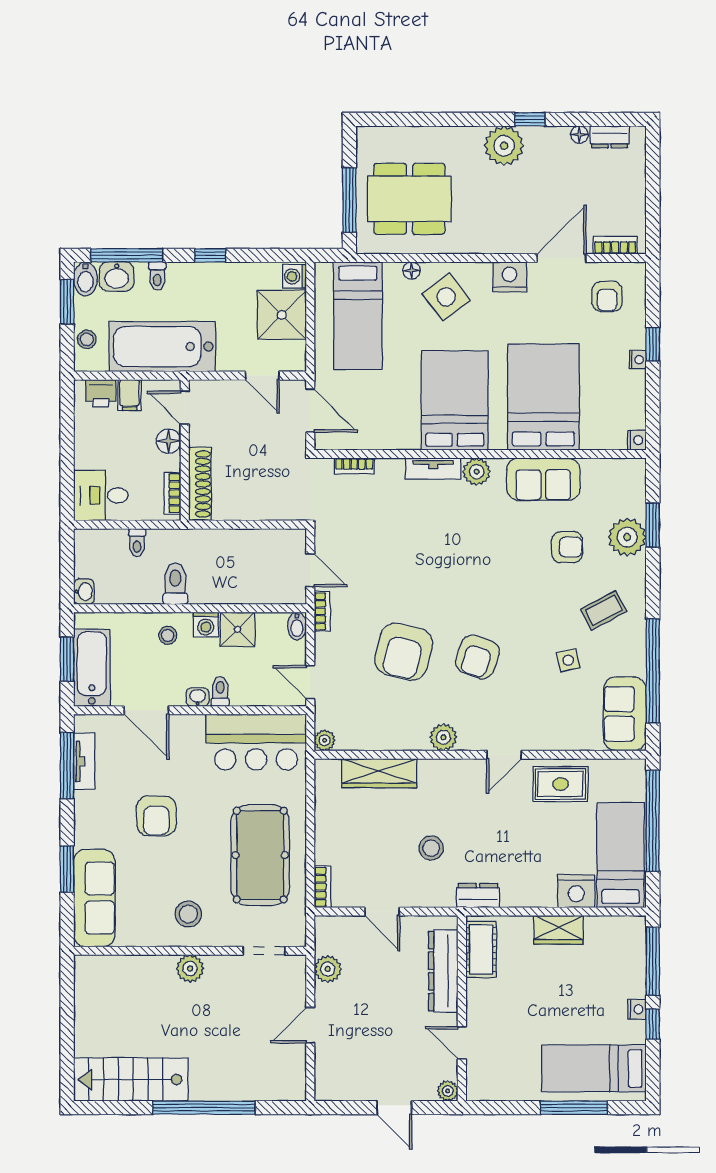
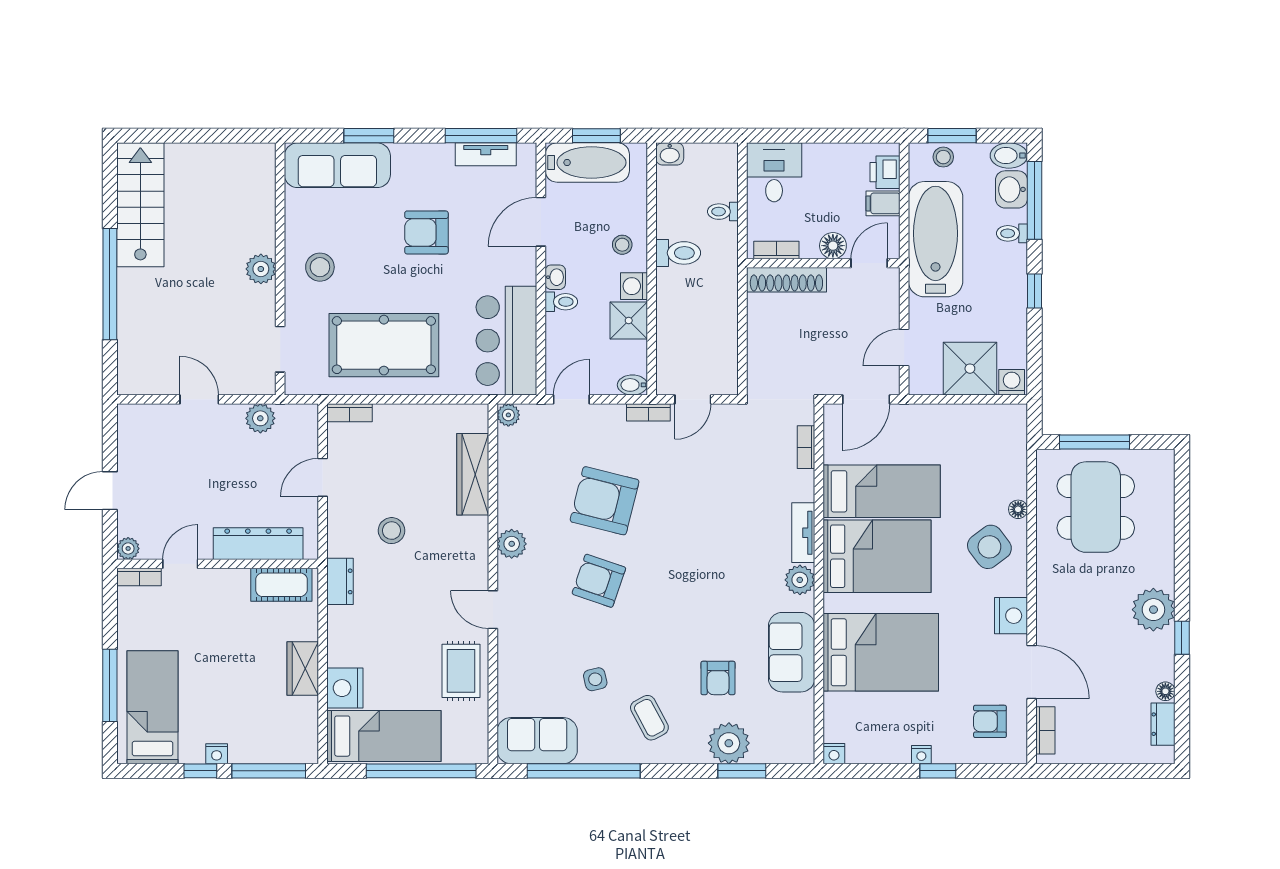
window: (67, 302) -> (952, 136), moved
bed: (358, 316) -> (882, 491), moved, turned 180
bookcase: (474, 1081) -> (139, 577), added

